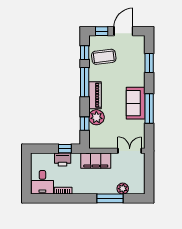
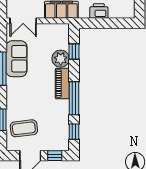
coffee table: (104, 57) -> (24, 128), moved
sofa: (136, 103) -> (16, 59), moved
window: (65, 149) -> (96, 23), removed

